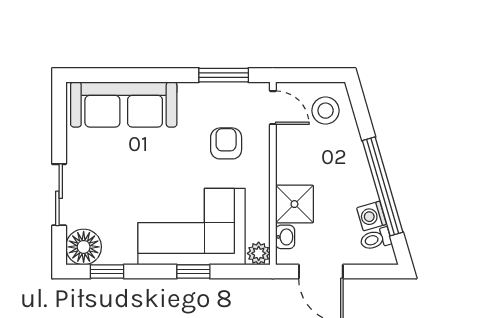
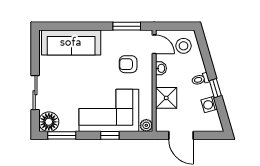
armchair: (226, 143) -> (128, 64), turned -90
window: (383, 186) -> (215, 88), width x0.32
washbasin: (285, 237) -> (161, 68), moved
toilet: (376, 239) -> (200, 79), moved
window: (107, 271) -> (62, 135), width x1.50

